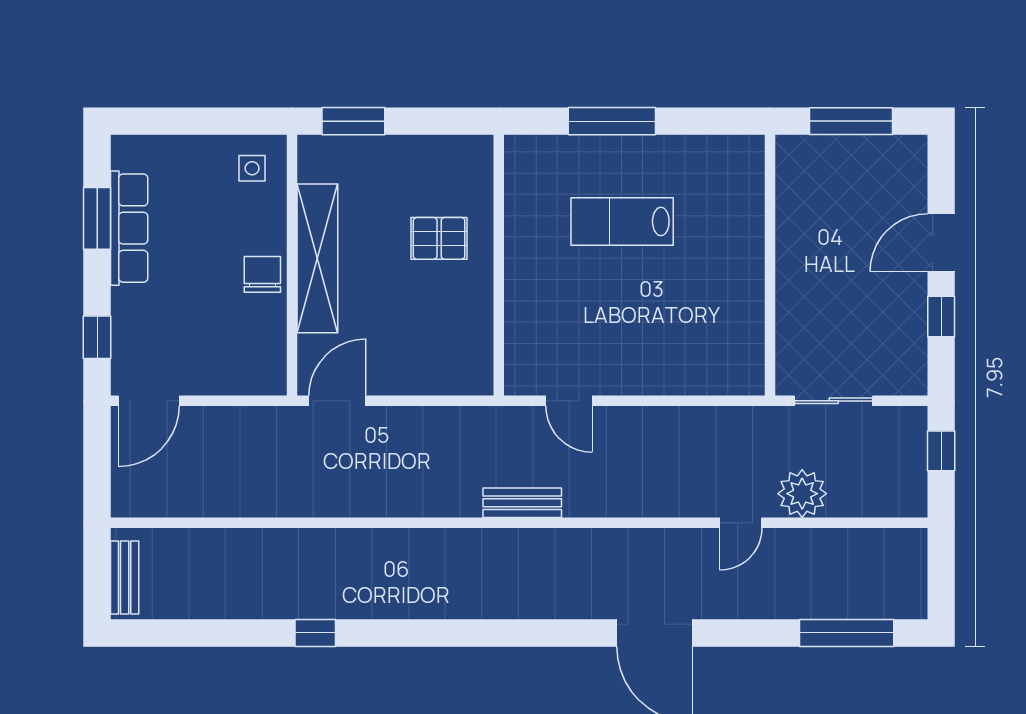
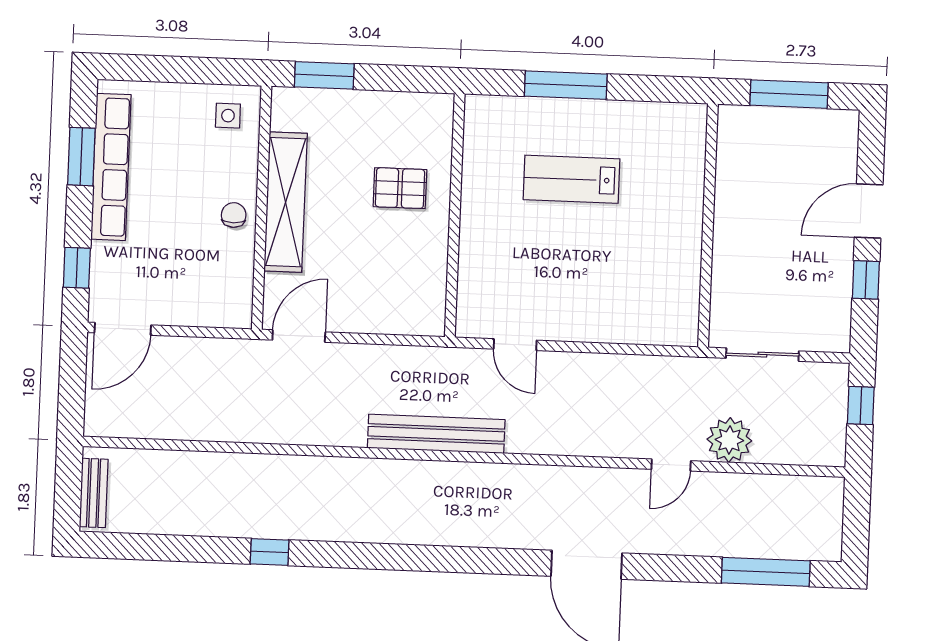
row of seats: (129, 228) -> (111, 167), width x1.36
chair: (262, 274) -> (234, 215), width x0.73, depth x0.73
bench: (522, 503) -> (436, 434), width x1.86, depth x1.21

